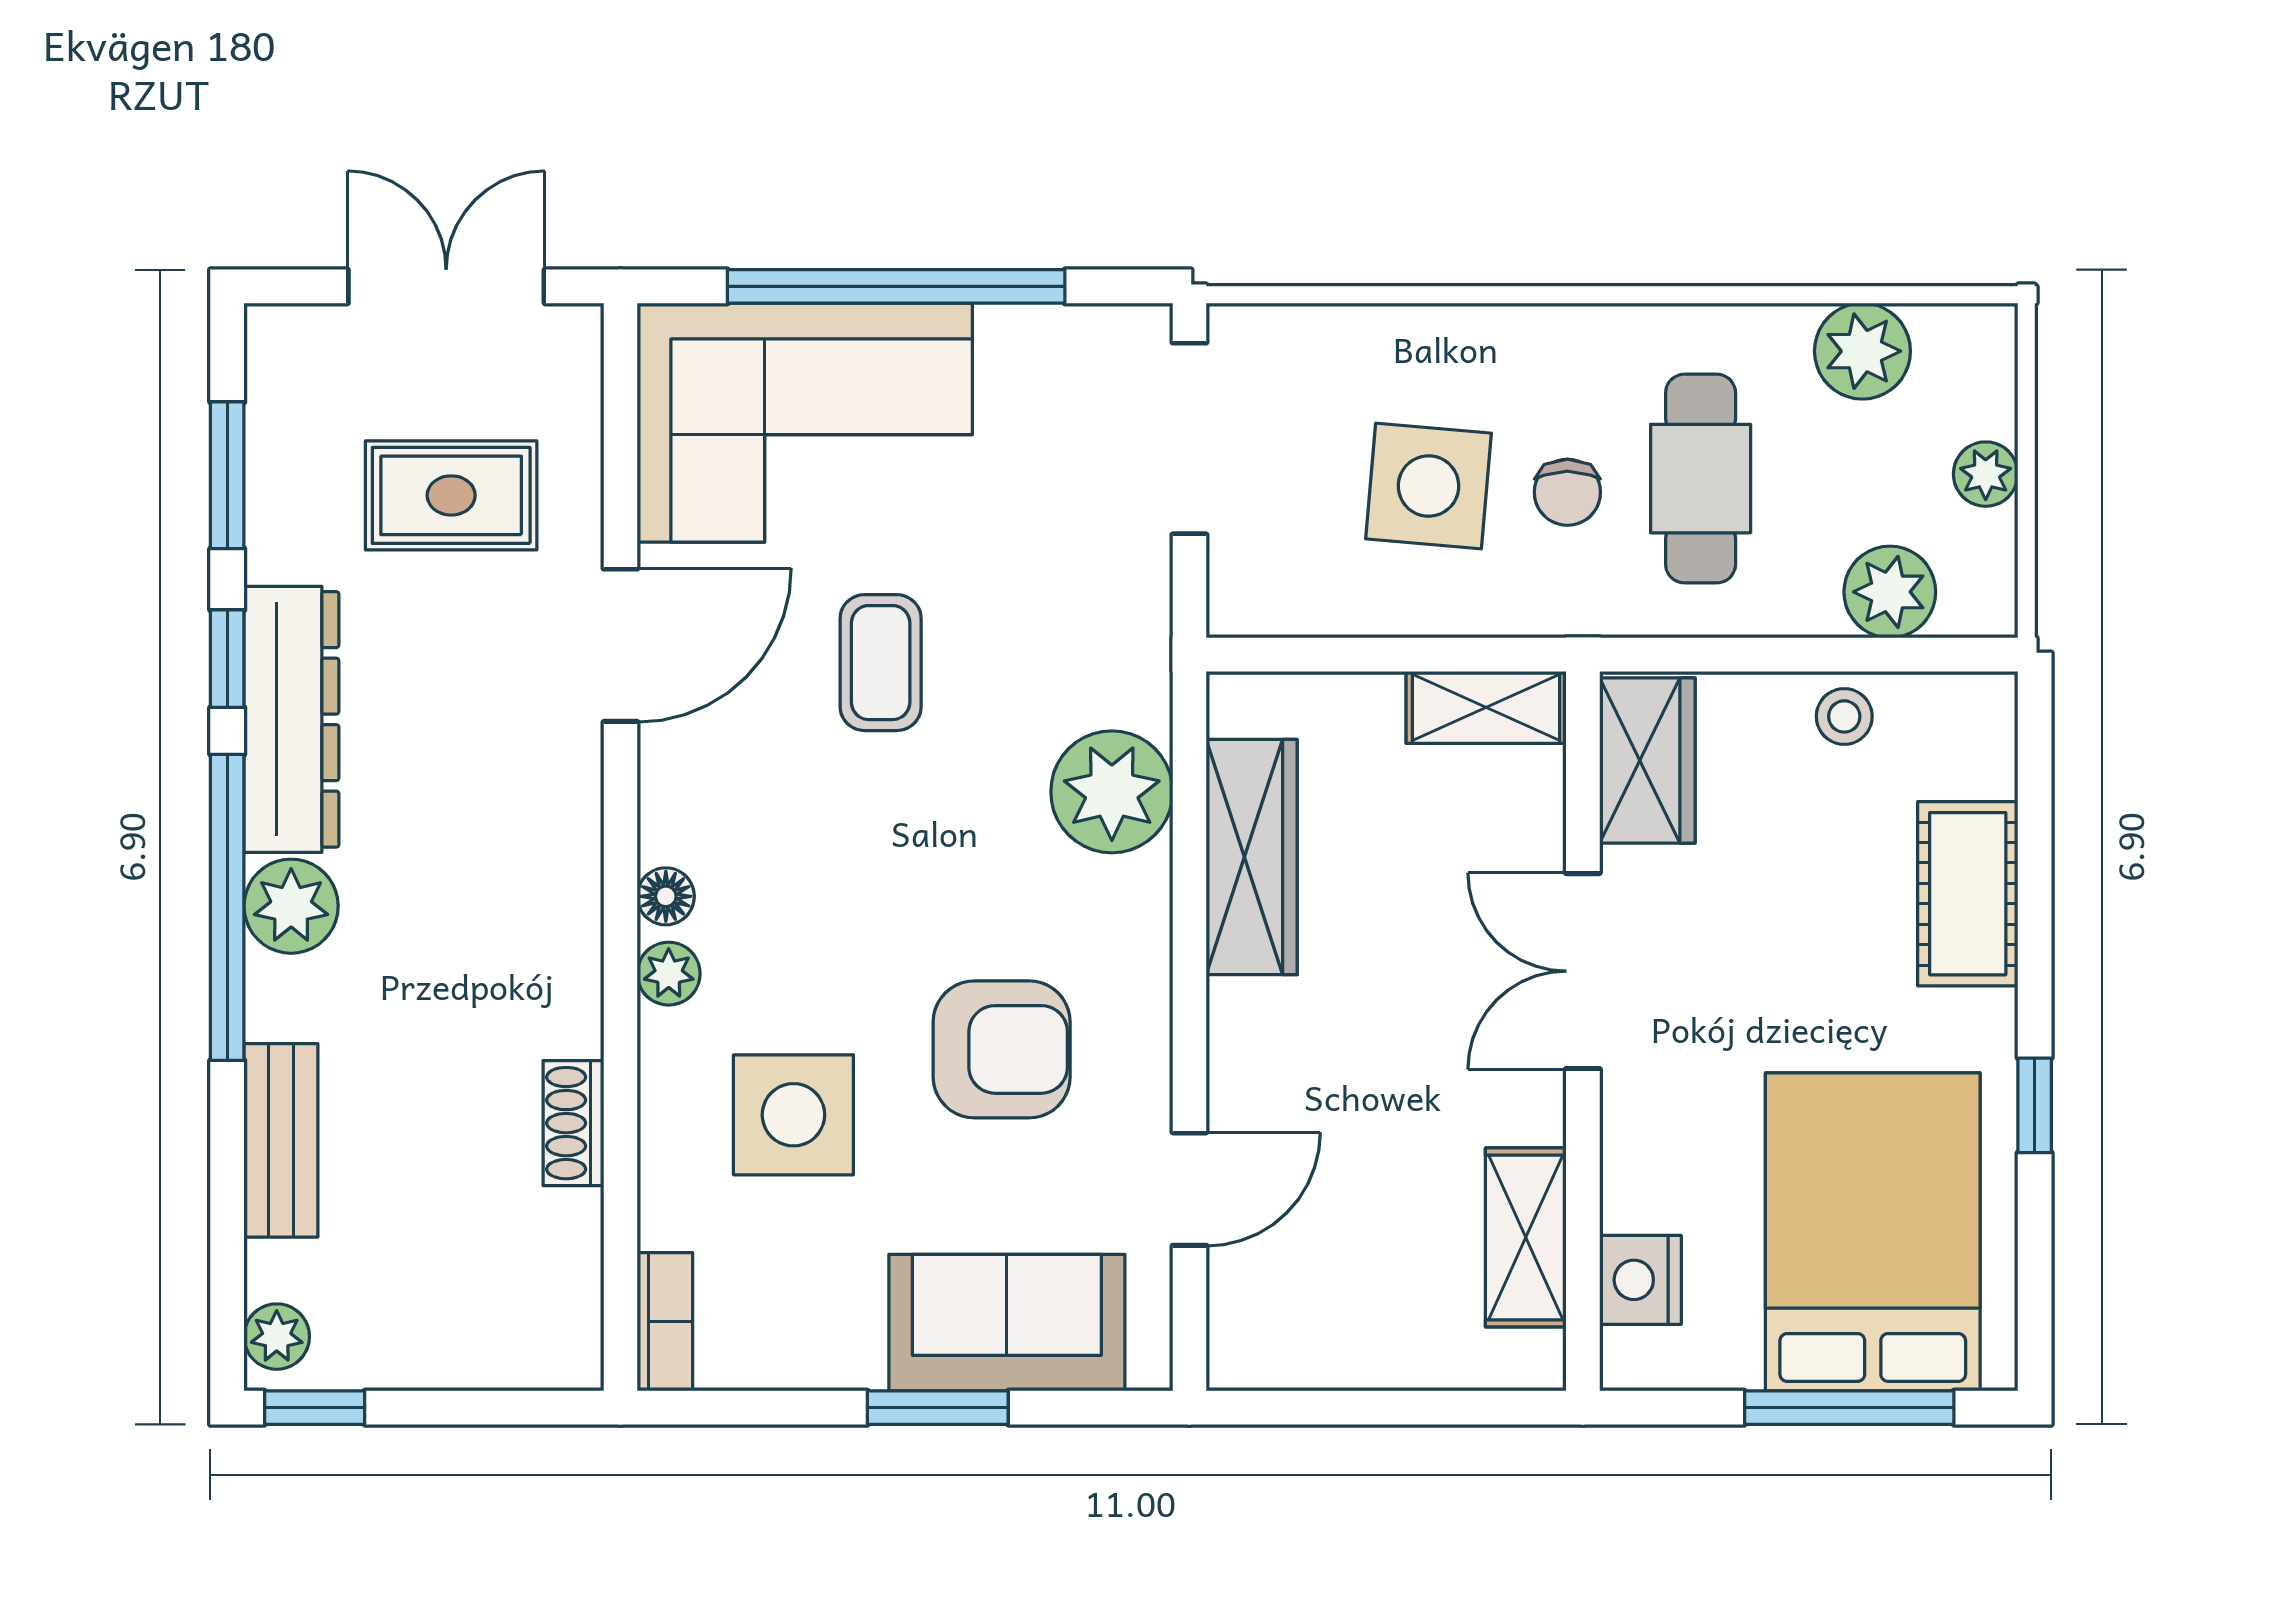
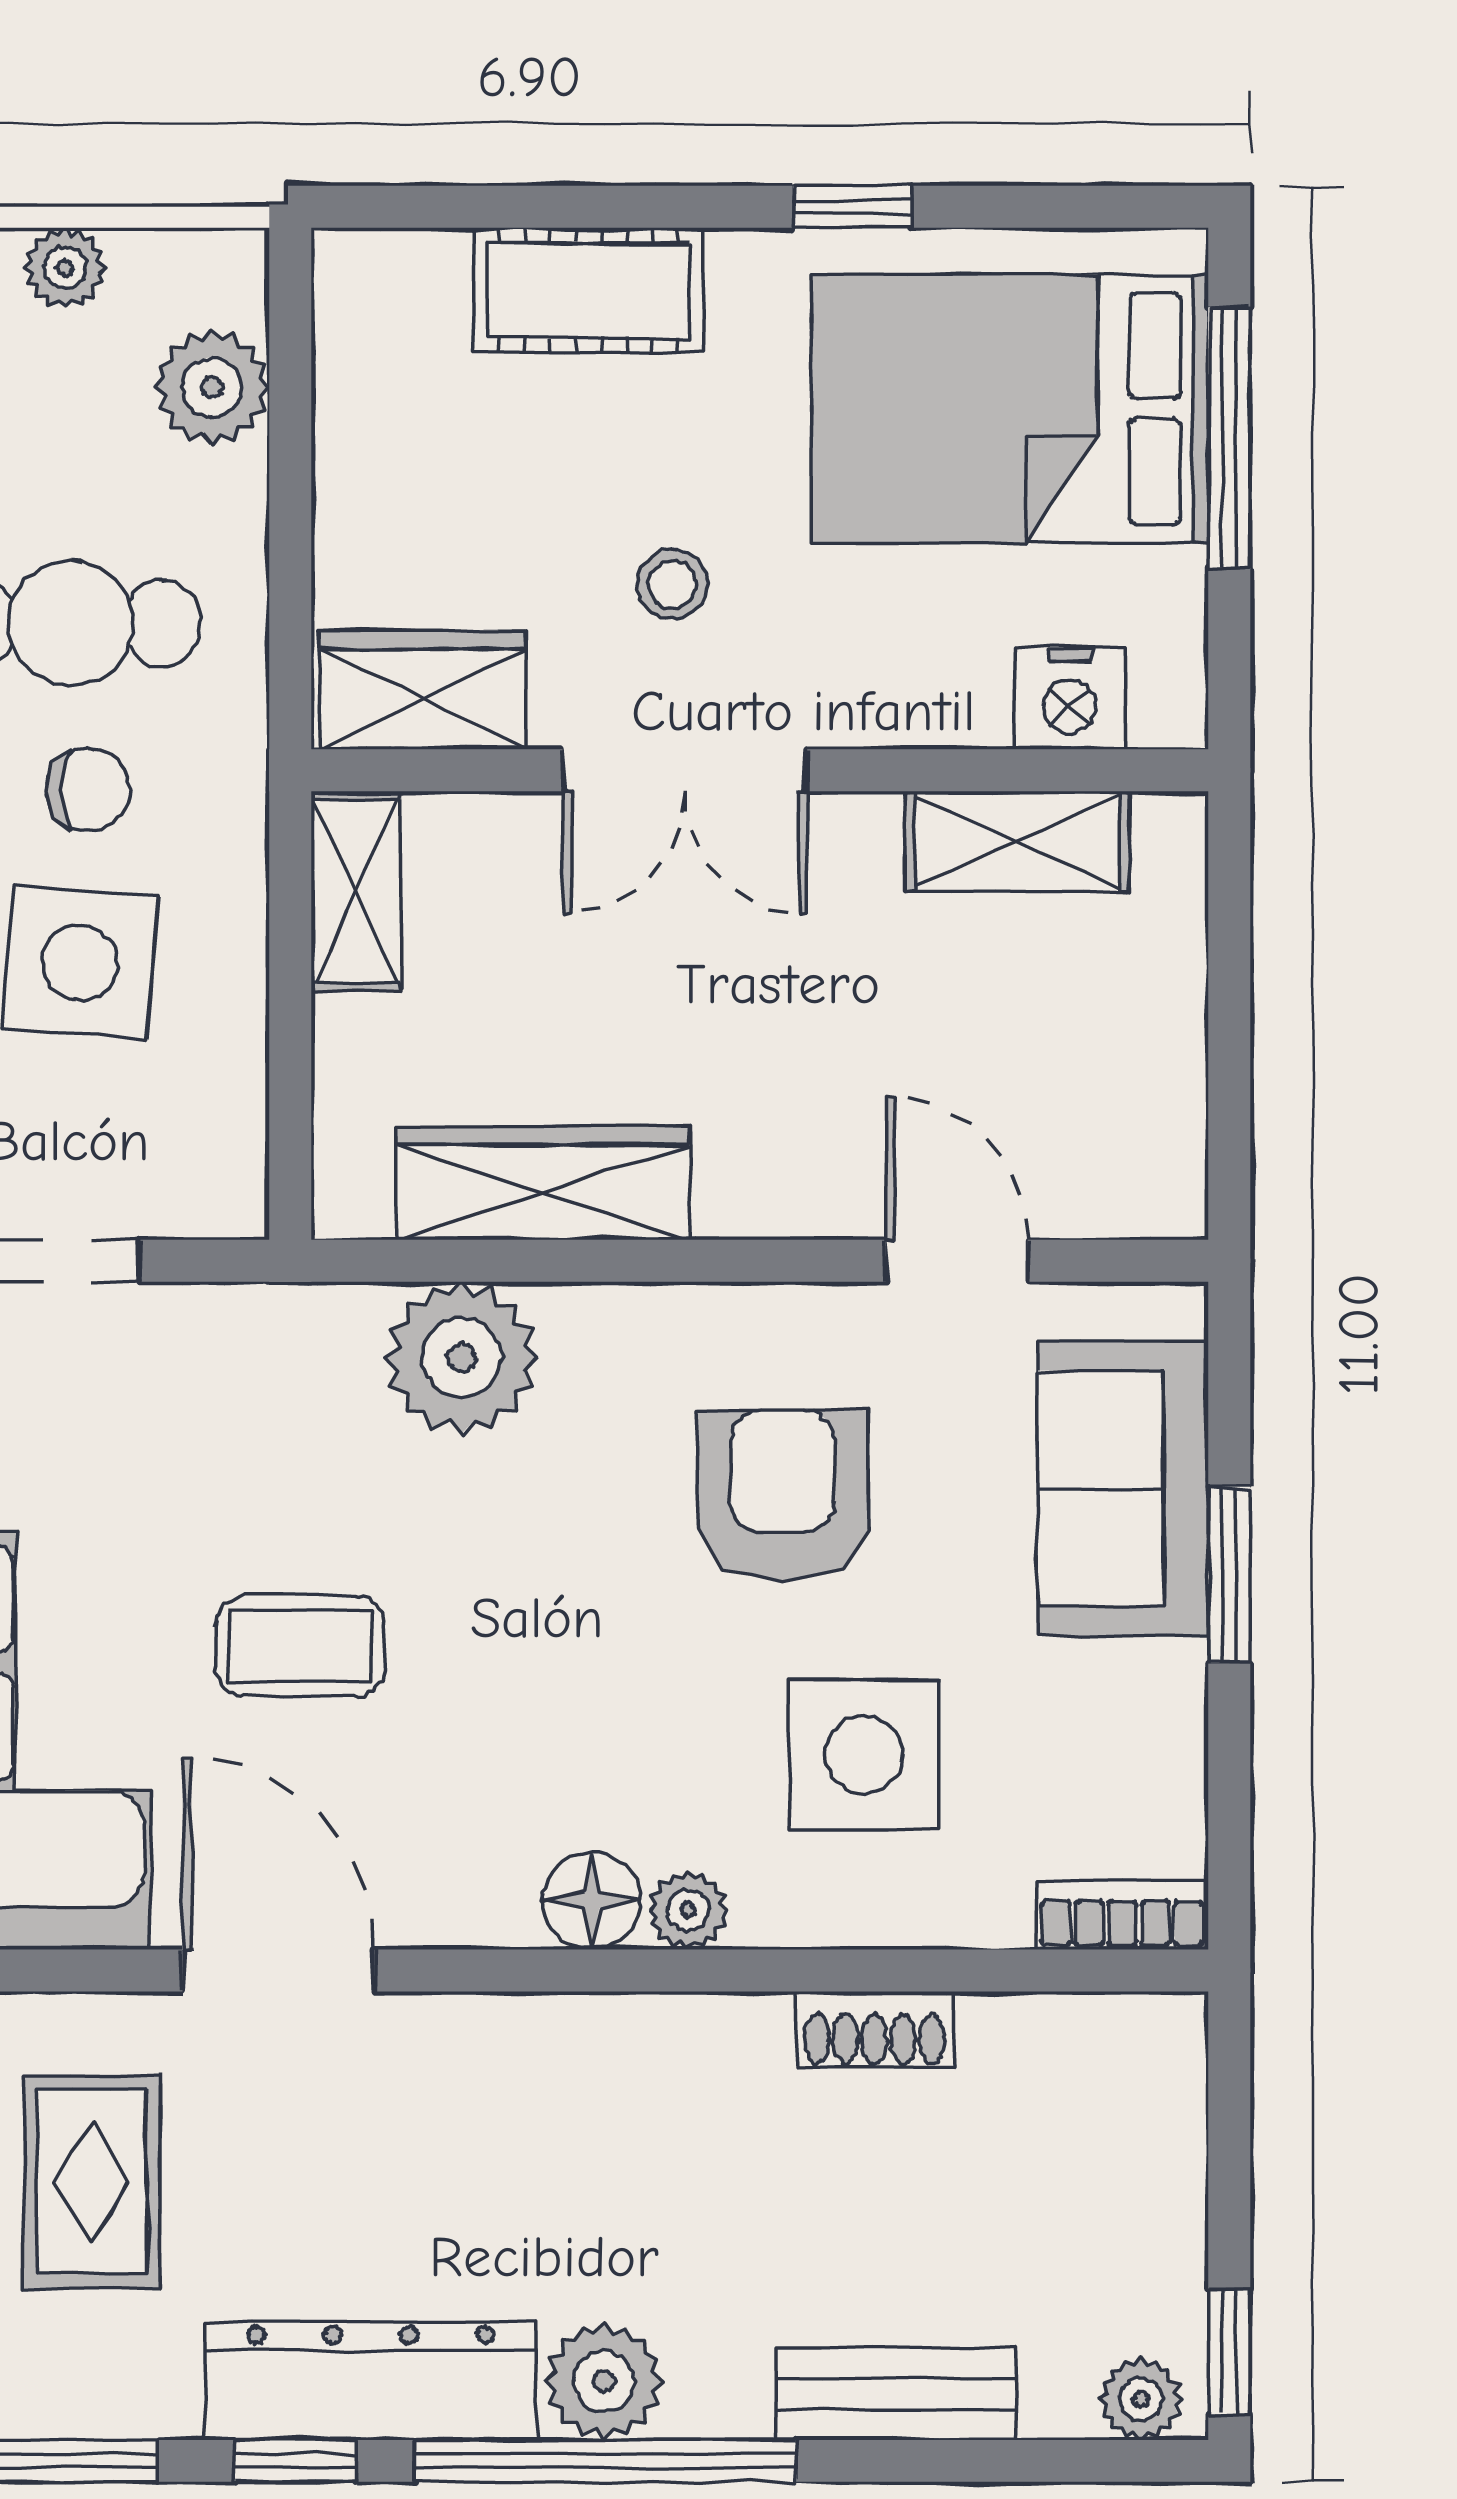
stool: (1844, 716) -> (672, 584), moved
floor lamp: (666, 896) -> (592, 1901), width x1.37, depth x1.37

